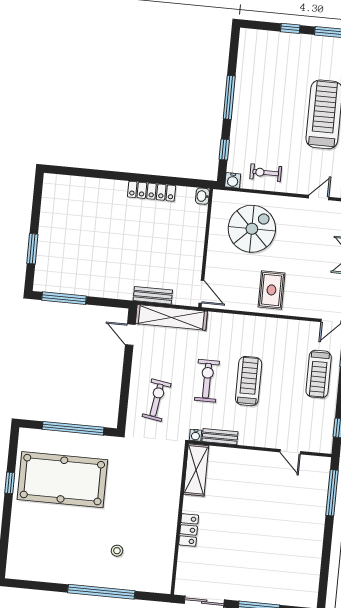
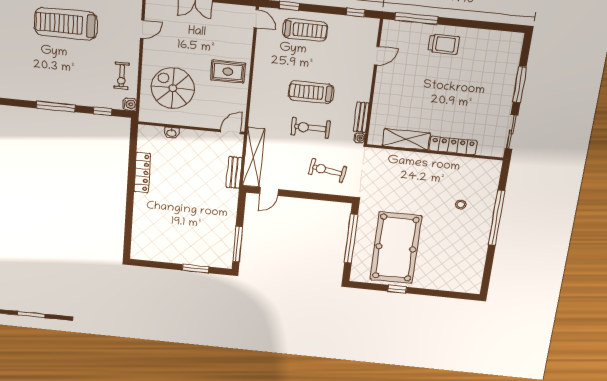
washbasin: (202, 196) -> (172, 133), moved
door: (319, 198) -> (142, 29), swing flipped
shelving: (196, 470) -> (406, 139), moved
trolley: (304, 523) -> (444, 44), added
locker: (189, 530) -> (453, 145), width x1.53

